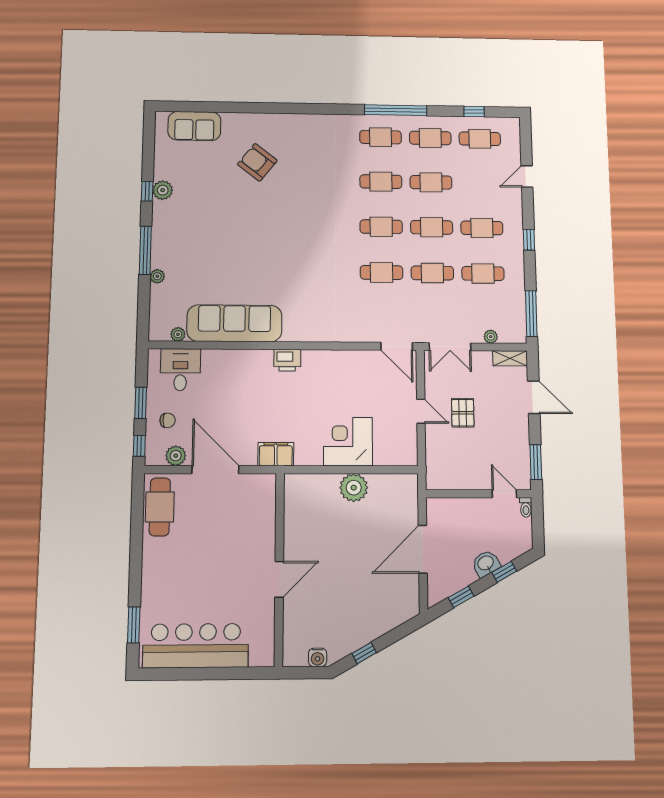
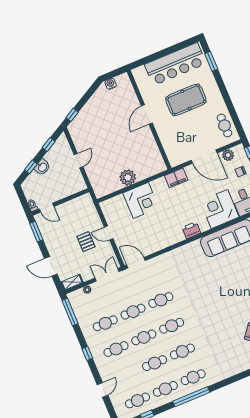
corner desk: (228, 375) -> (219, 209), added
cafe table: (160, 507) -> (225, 125), width x0.73, depth x0.74
door: (423, 549) -> (78, 161), width x0.53
pool table: (204, 577) -> (186, 100), added
window: (364, 653) -> (72, 115), moved

